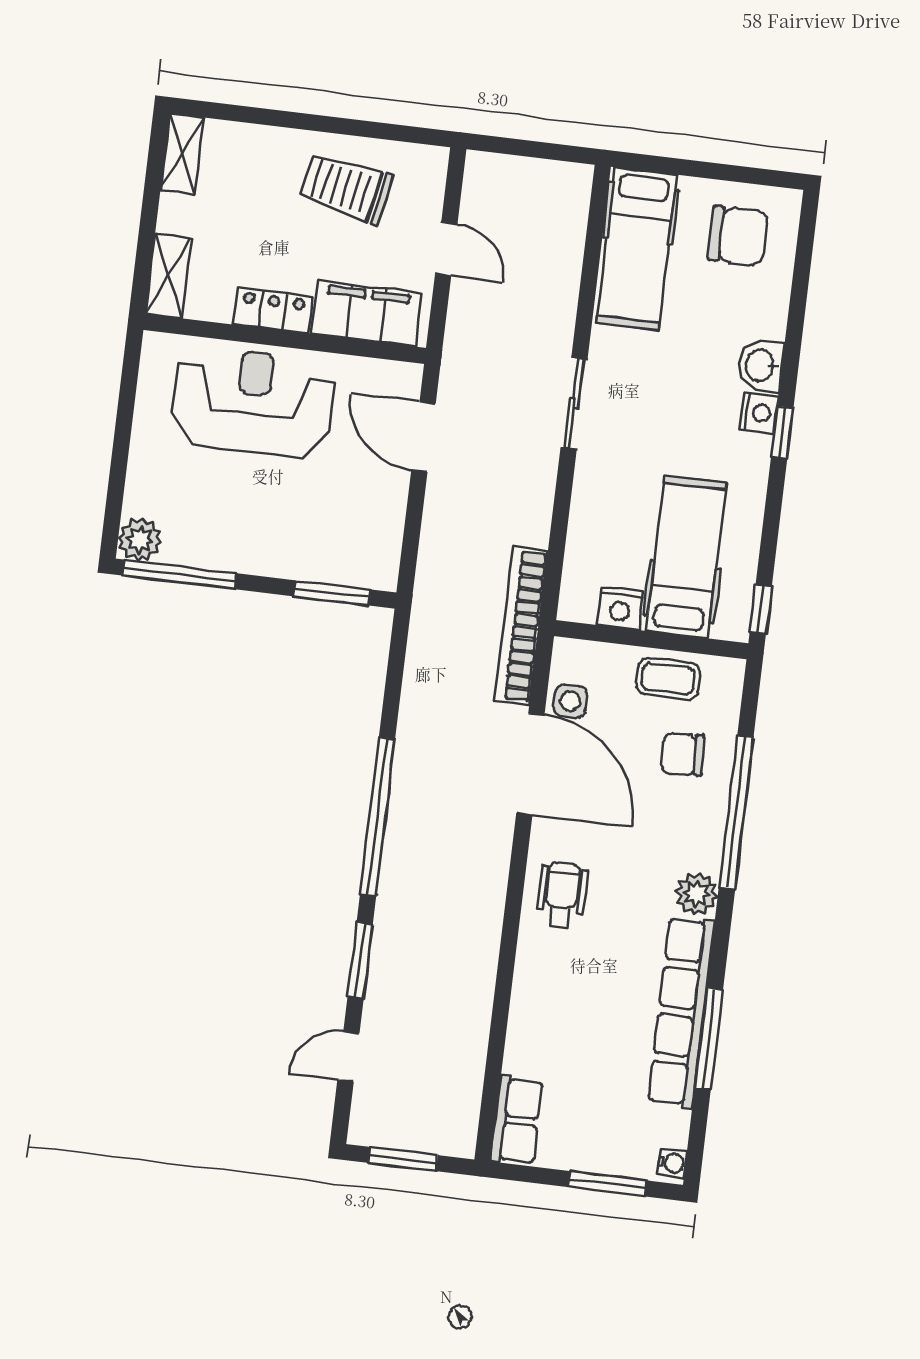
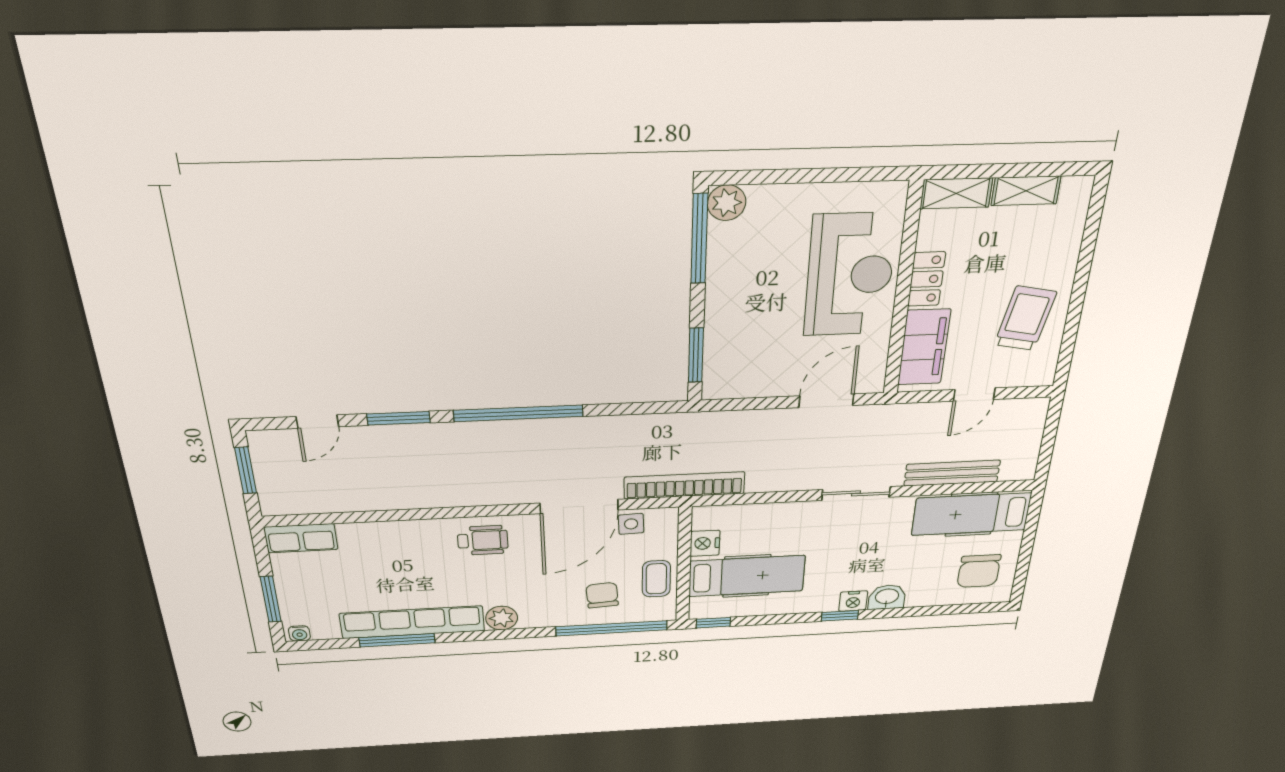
shelving: (182, 154) -> (1026, 191), moved
bench: (564, 276) -> (952, 473), added
window: (736, 812) -> (612, 628), moved
door: (348, 1057) -> (317, 422), swing flipped

